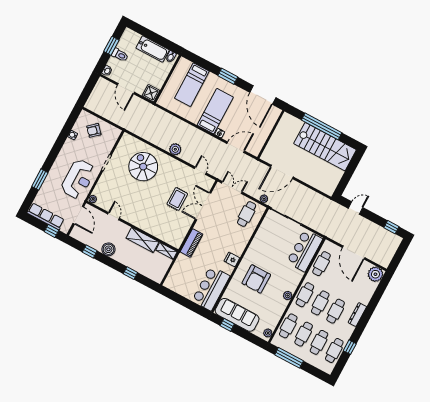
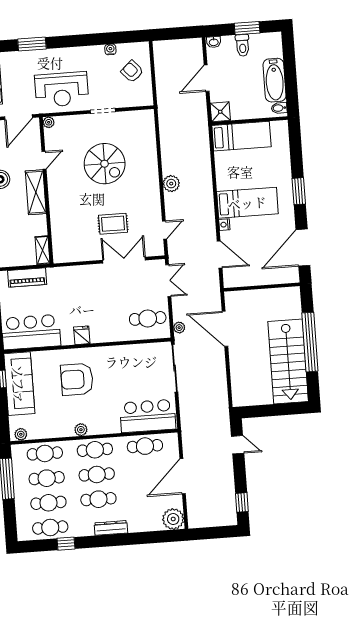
bed: (192, 85) -> (241, 136), moved, turned 180
spiral stairs: (143, 167) -> (105, 164), moved, turned 90
shelving: (142, 240) -> (36, 192), moved
piano: (192, 243) -> (27, 278), moved

